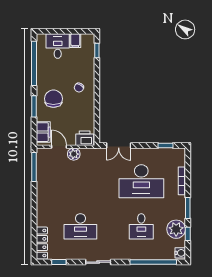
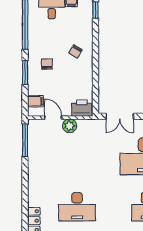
chair: (53, 99) -> (47, 64), width x0.54, depth x0.54
filing cabinet: (43, 132) -> (35, 101), width x0.50

